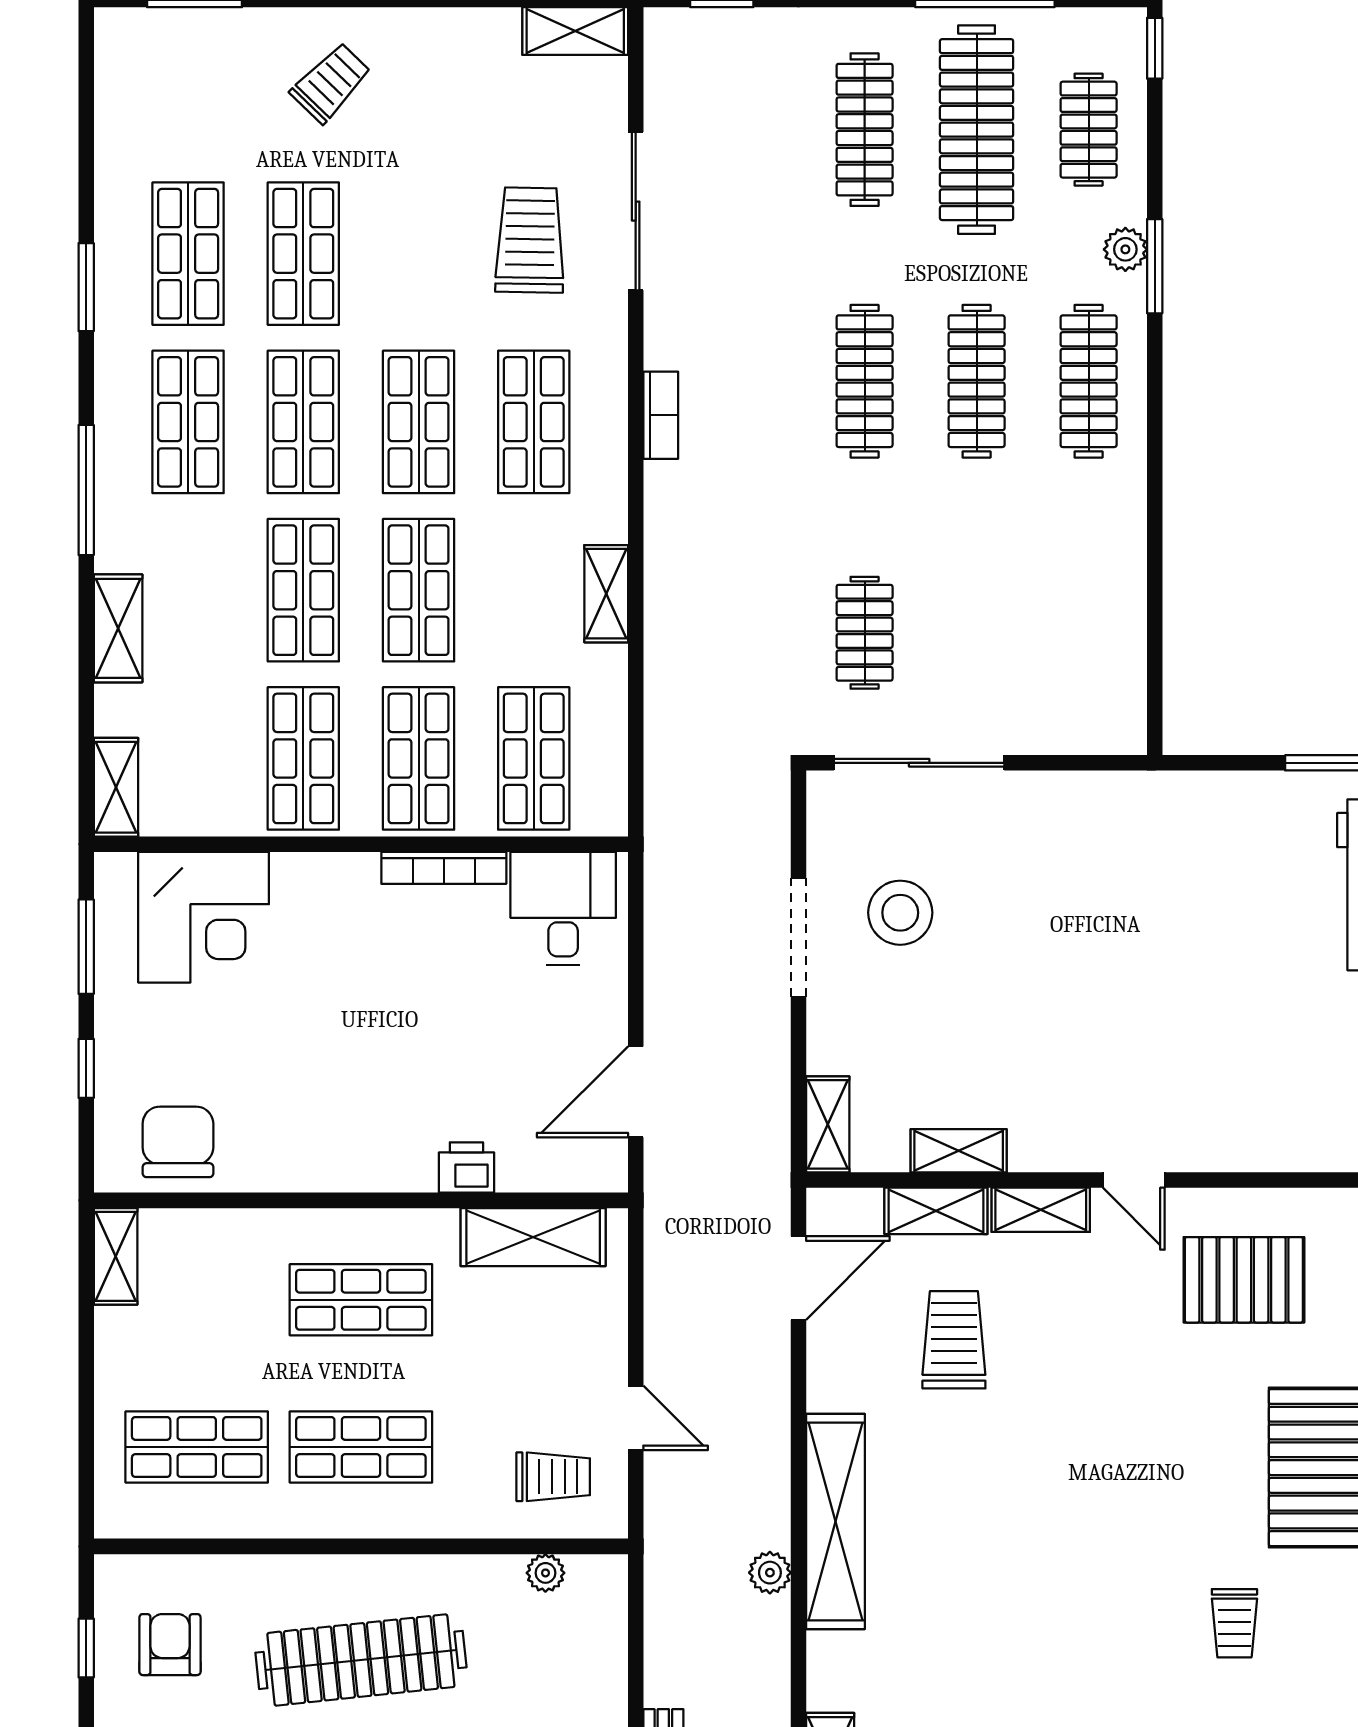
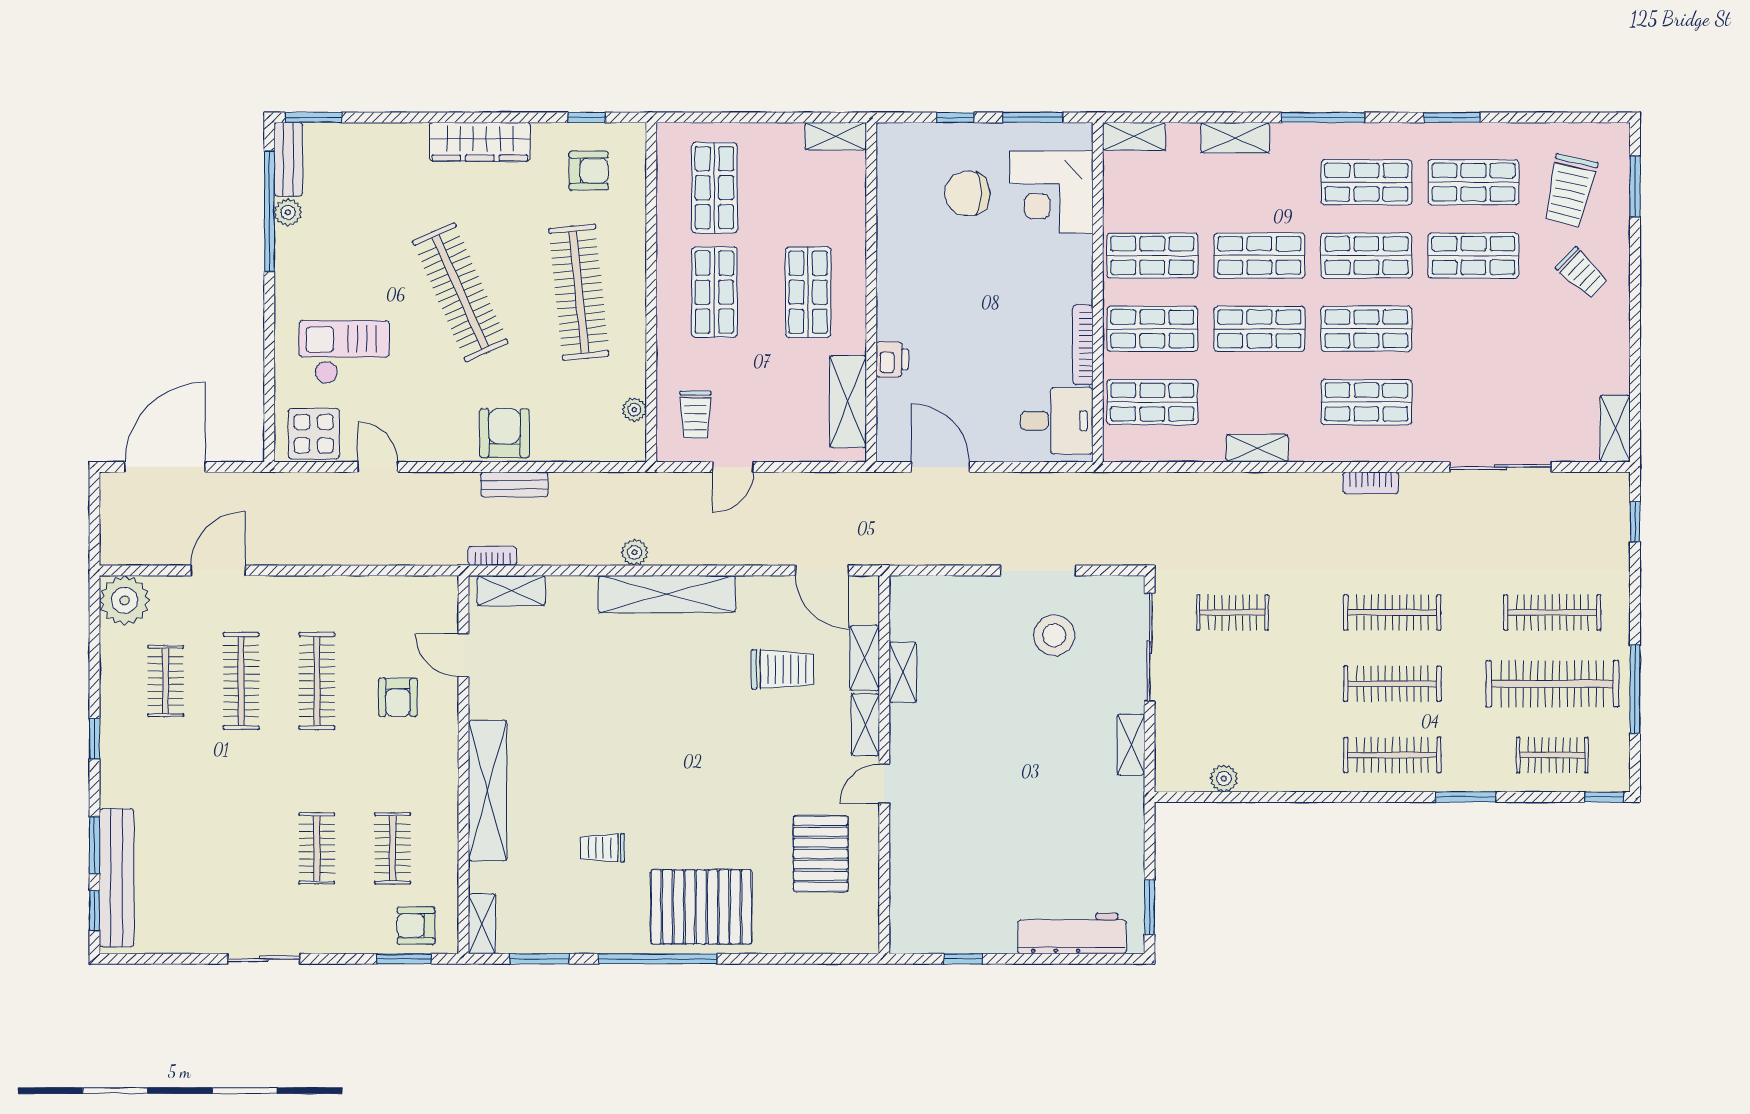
trolley: (530, 240) -> (1570, 190), moved, turned 102
plant: (1125, 249) -> (1224, 778), moved
shelving: (828, 1124) -> (1131, 745), moved, turned 90
chair: (178, 1142) -> (967, 193), moved, turned 180

